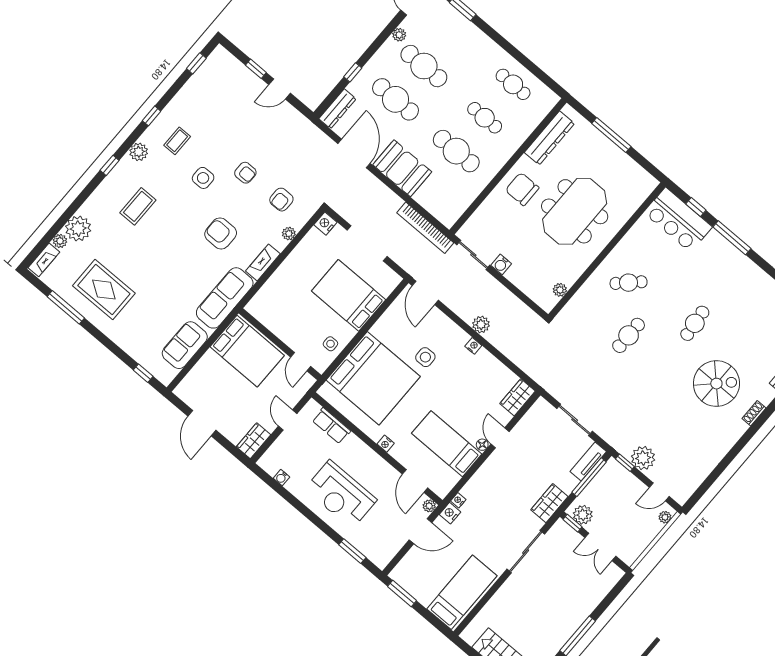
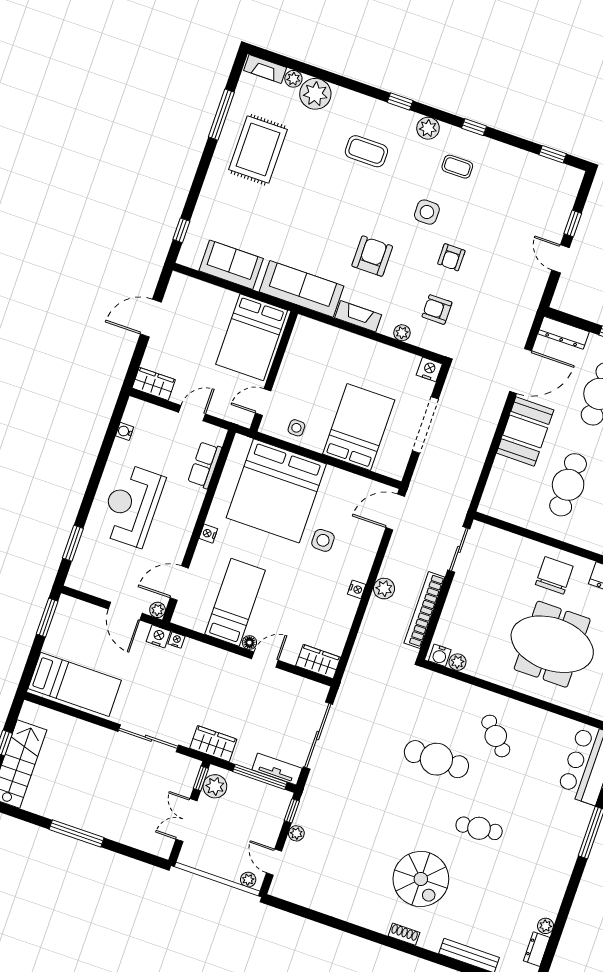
bookcase: (425, 228) -> (424, 610), moved
water cooler: (501, 264) -> (440, 655), moved, turned -90
cafe table: (629, 335) -> (436, 759), width x1.37, depth x1.35
sliding door: (575, 420) -> (318, 736), width x1.37
plant: (643, 458) -> (296, 833), width x0.53, depth x0.53

